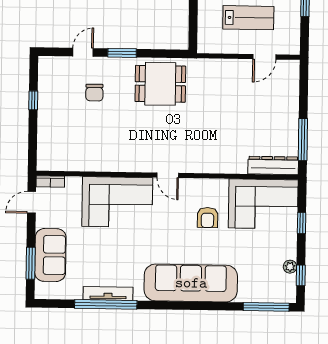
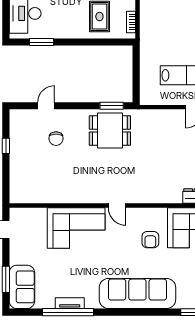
window: (122, 53) -> (112, 106), moved
bookcase: (50, 182) -> (21, 212), removed
sofa: (50, 255) -> (22, 287), moved
tv unit: (108, 293) -> (70, 303), width x0.71

